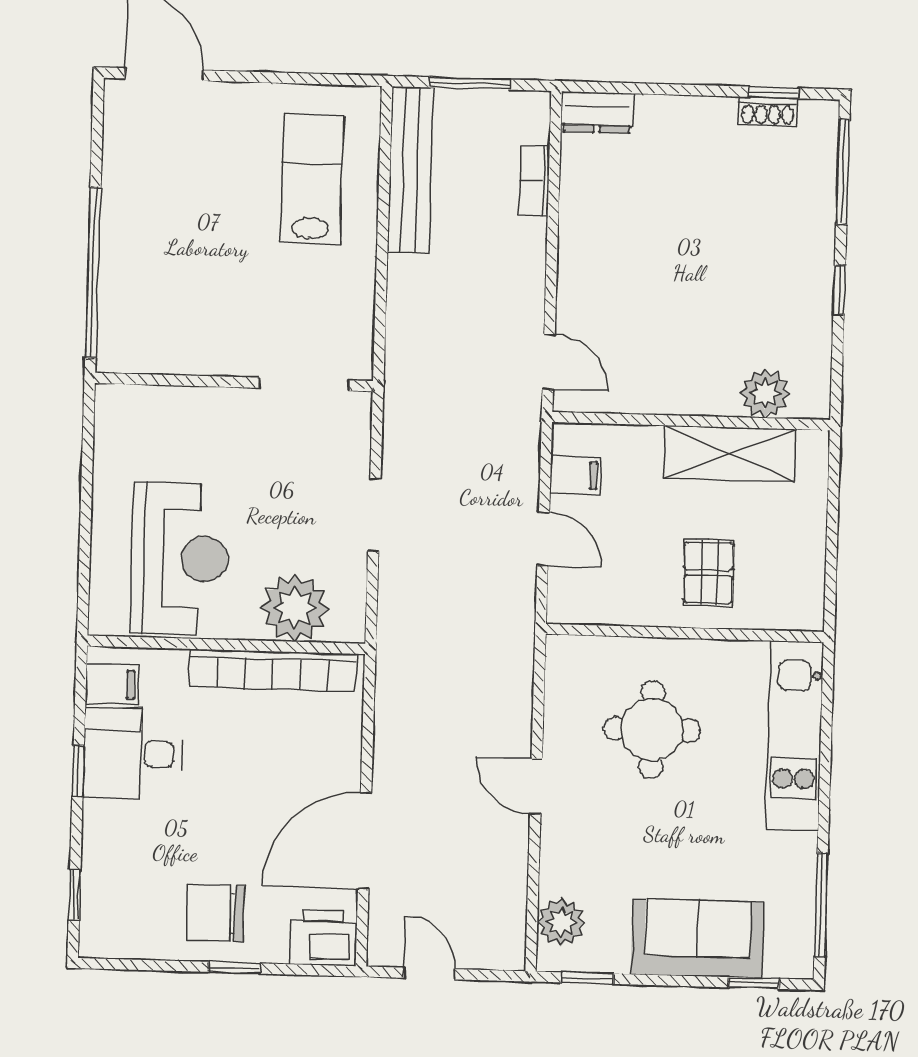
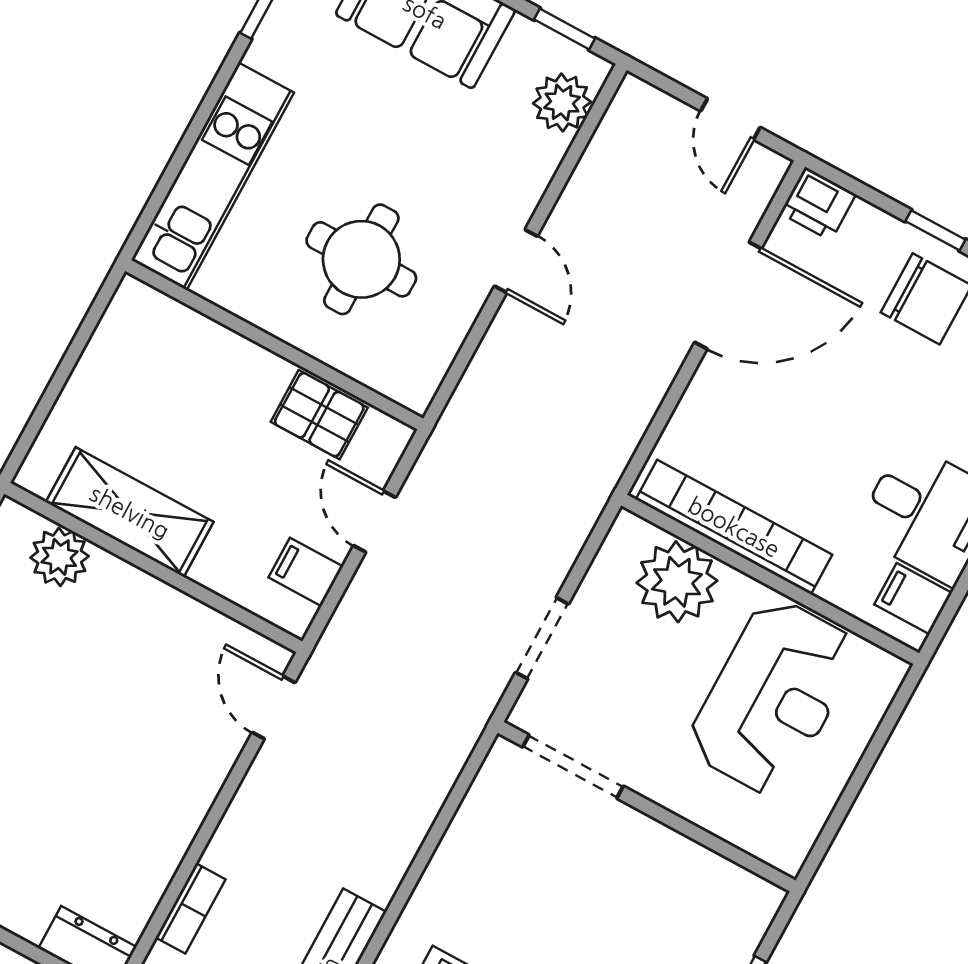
wall: (234, 382) -> (647, 807), moved
doorway: (304, 384) -> (573, 767), moved
reception desk: (180, 558) -> (773, 697), turned 180
pallet: (709, 573) -> (319, 415), moved, turned 90
printer: (323, 938) -> (818, 204), width x0.73, depth x0.81

